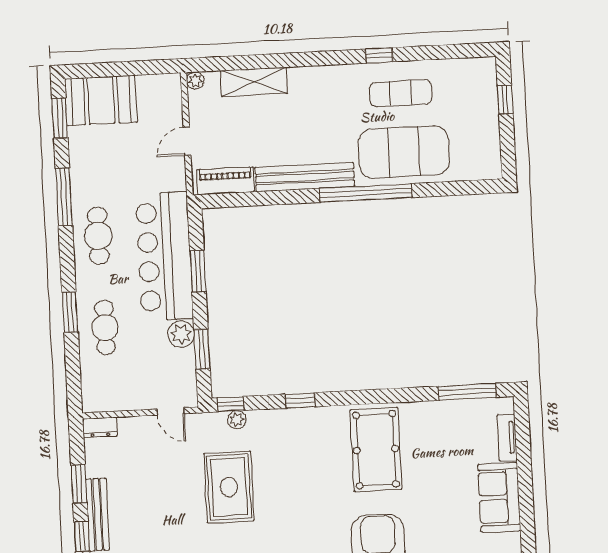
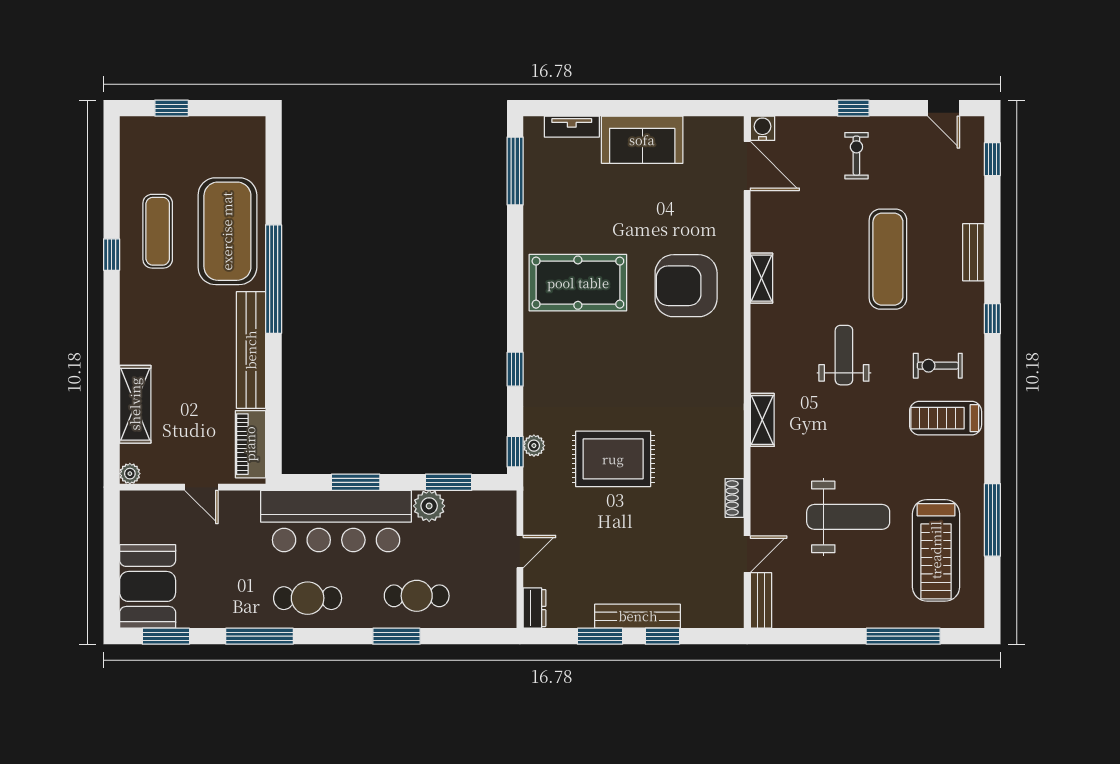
door: (171, 411) -> (520, 552), moved

